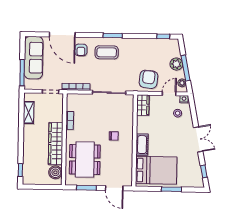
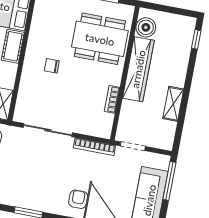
coffee table: (107, 52) -> (41, 189), removed
shelving: (29, 113) -> (173, 104), moved
dining table: (85, 160) -> (100, 39), turned 90

